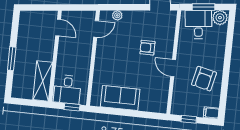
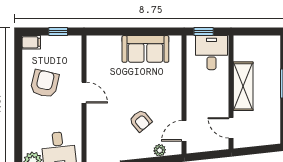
armchair: (147, 48) -> (141, 121), moved, turned 50
shelving: (43, 81) -> (243, 86), moved

